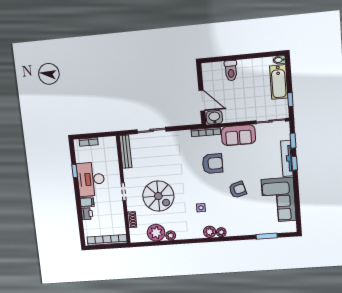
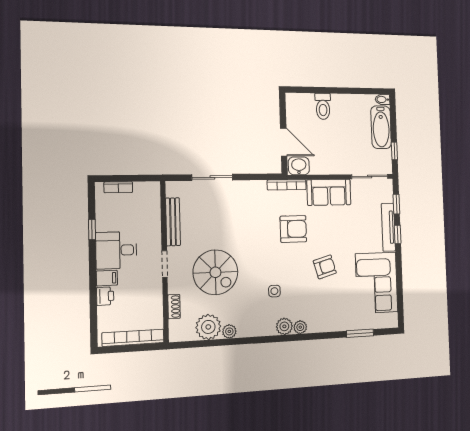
bench: (126, 152) -> (173, 222), moved
desk: (91, 179) -> (116, 250), width x0.73

